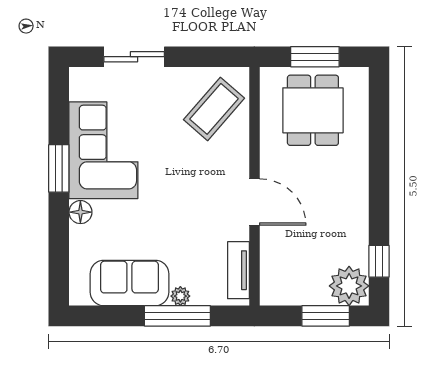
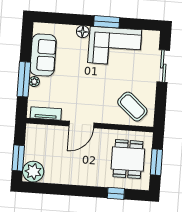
dining table: (313, 110) -> (128, 159), turned 90
window: (379, 261) -> (116, 193), moved

